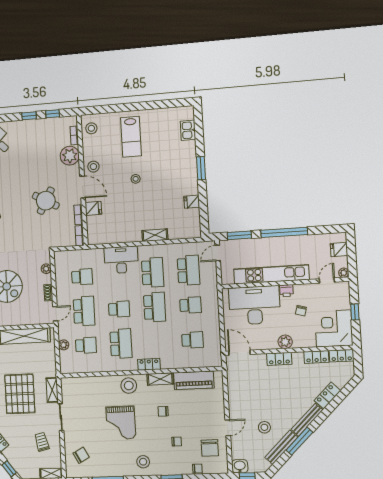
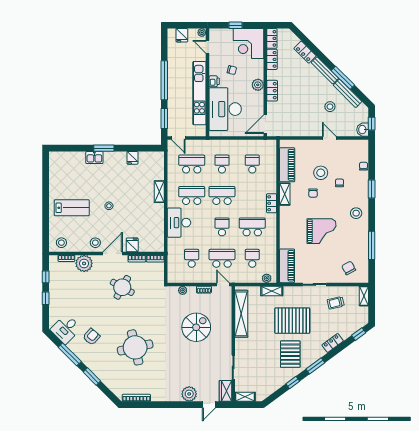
kitchen sink: (188, 130) -> (94, 158), moved
plant: (64, 345) -> (267, 278), moved
piano: (80, 385) -> (287, 266), added
stool: (129, 386) -> (321, 173), moved
shelving: (52, 390) -> (272, 291), moved
chair: (210, 448) -> (346, 154), removed

